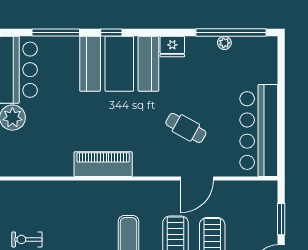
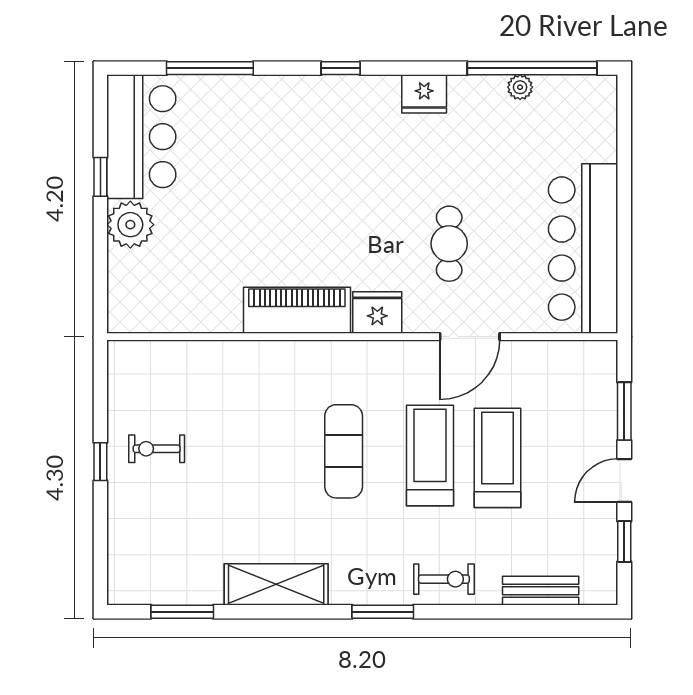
window: (111, 32) -> (341, 68), moved
booth: (119, 64) -> (327, 126), removed
cafe table: (186, 128) -> (449, 244), turned 61
fridge: (147, 165) -> (377, 313), added

